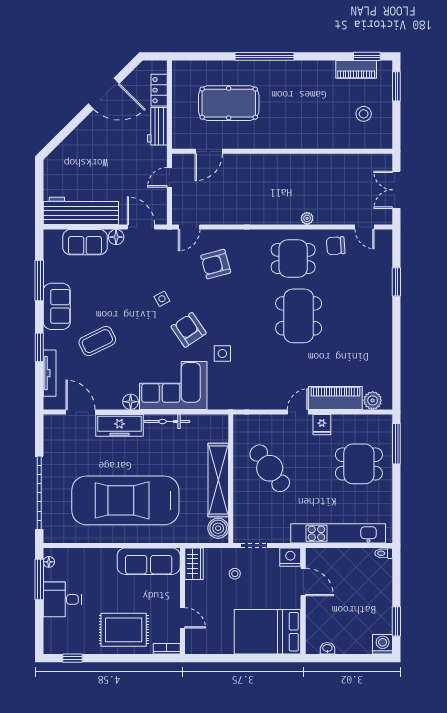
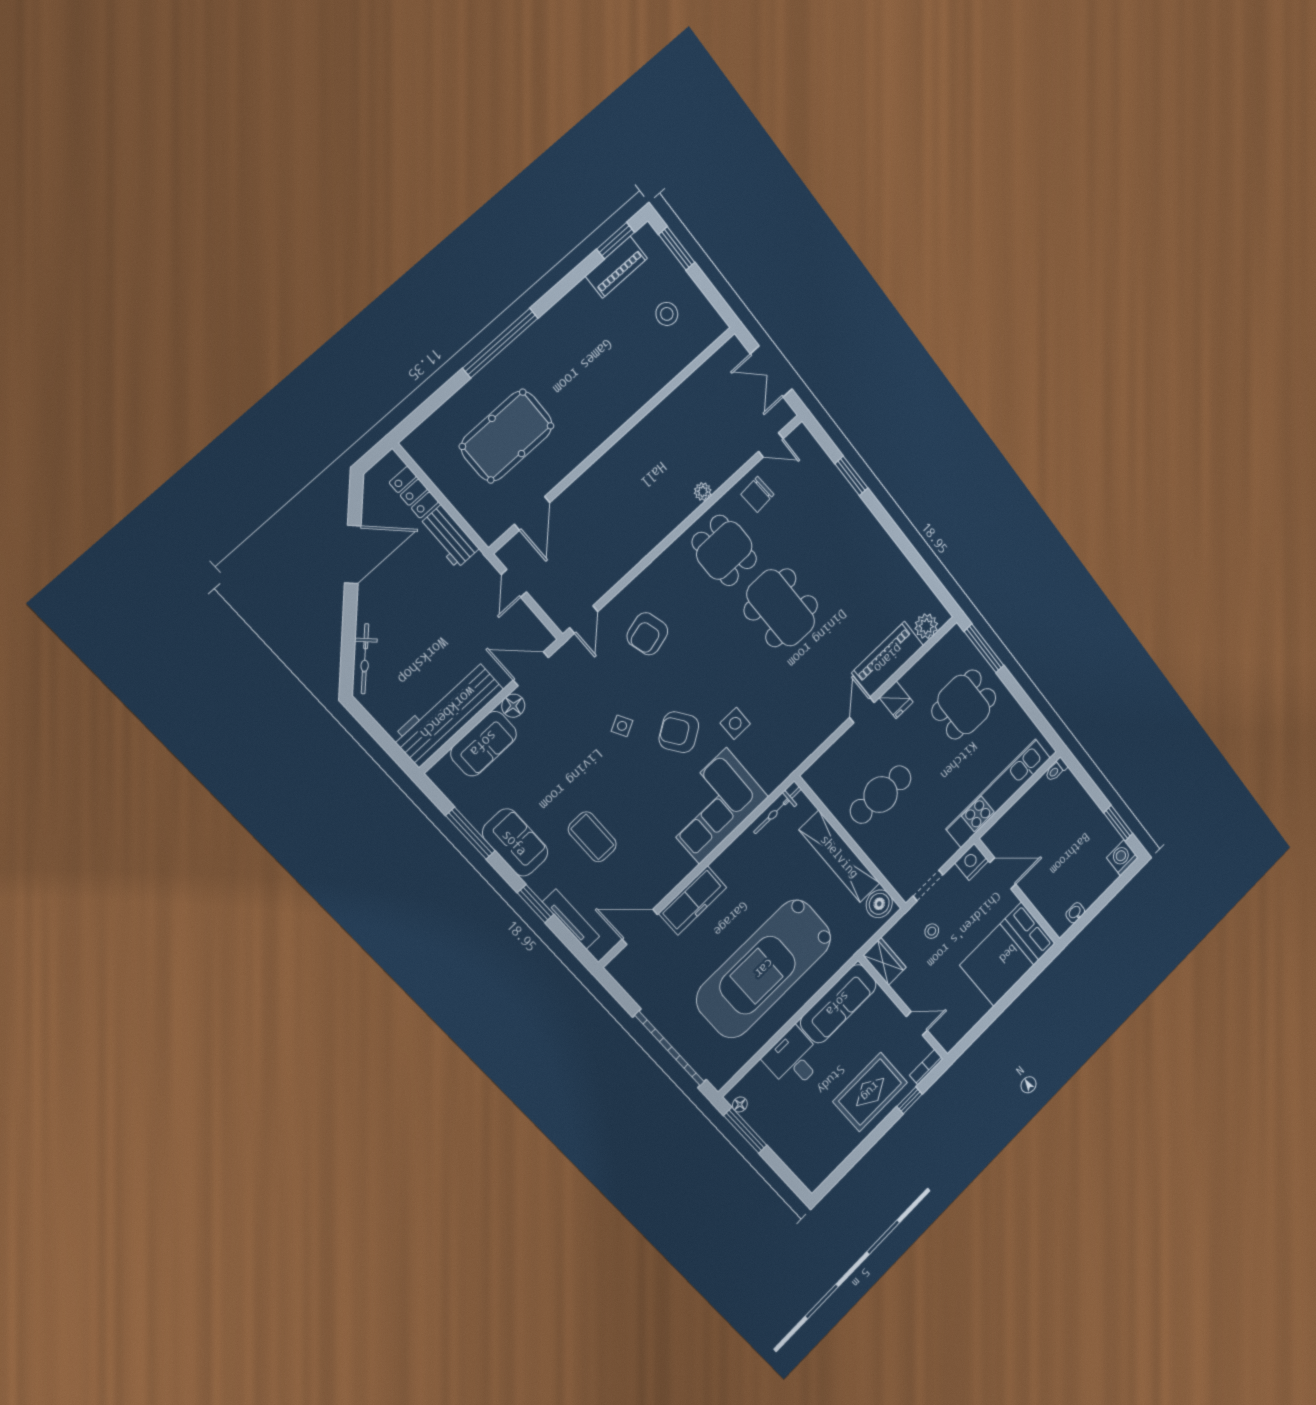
bicycle: (65, 148) -> (365, 659), added
dining table: (293, 259) -> (724, 550), turned 90
coffee table: (97, 341) -> (592, 837), turned -64
floor lamp: (131, 402) -> (683, 865), removed
bicycle: (167, 422) -> (777, 810), moved
cafe table: (270, 468) -> (881, 795), turned -50
desk: (62, 599) -> (794, 1059), moved, turned 90
window: (73, 658) -> (910, 1100), moved

